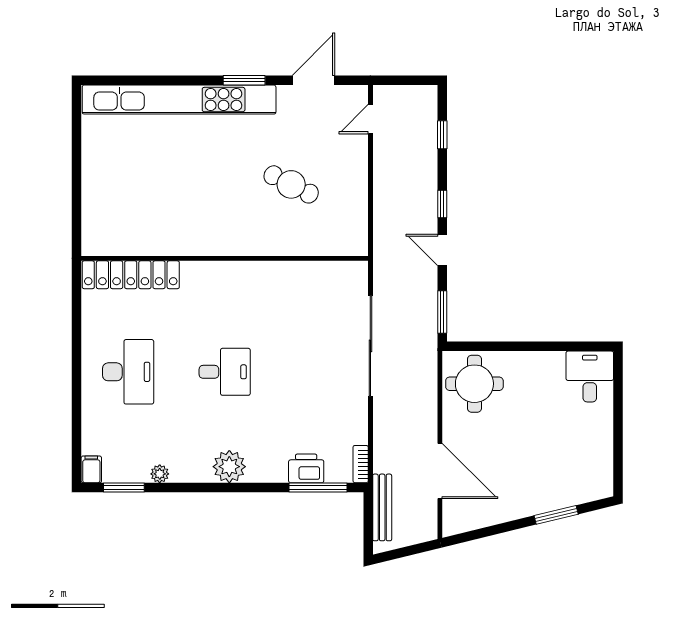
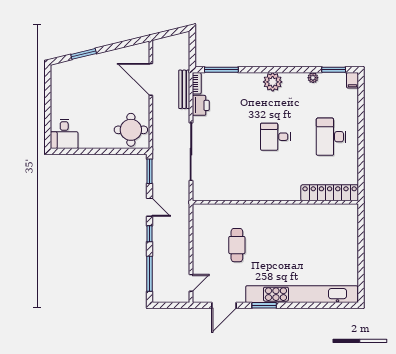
window: (442, 135) -> (150, 274), width x2.17
cafe table: (291, 184) -> (237, 245), turned 63
printer: (306, 468) -> (201, 105), moved, turned -90
bench: (382, 507) -> (184, 89), moved

